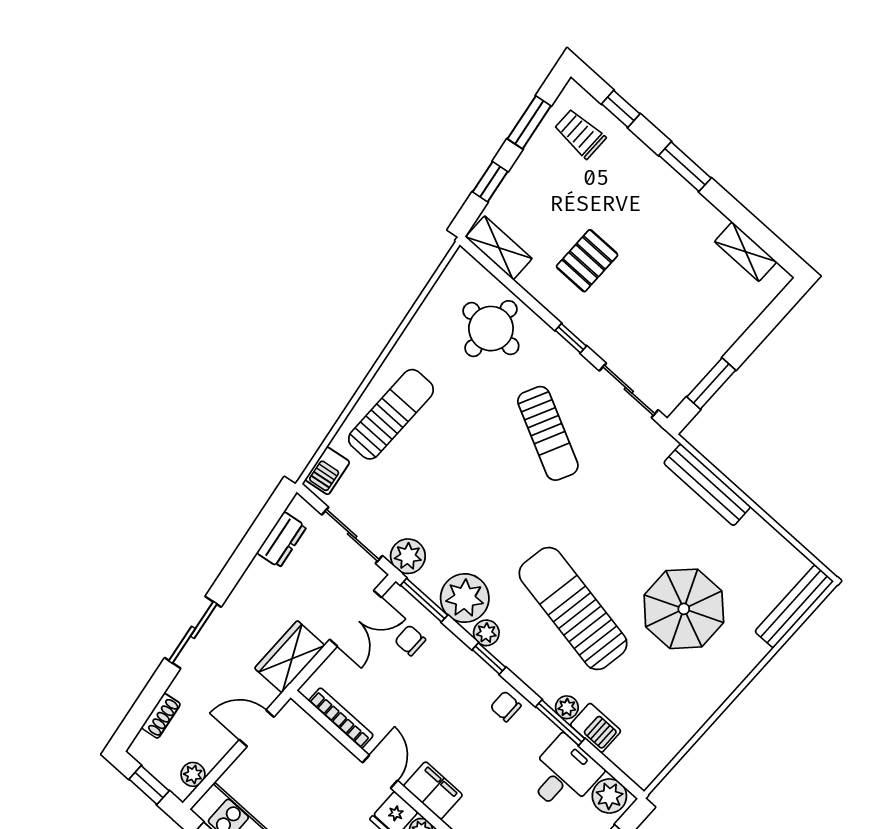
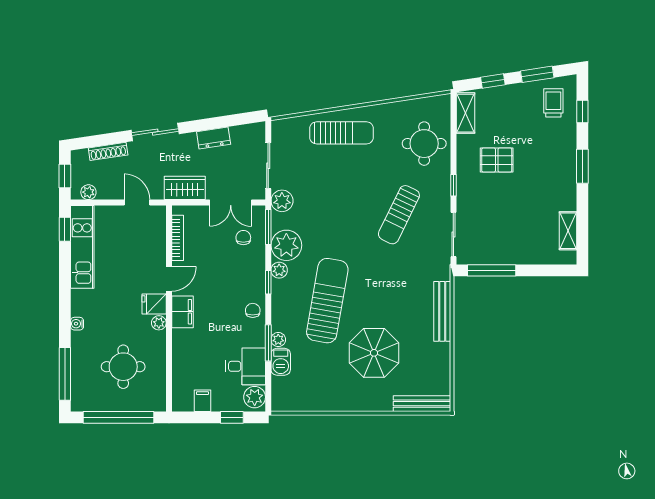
window: (711, 383) -> (492, 270), width x1.44
barbecue: (327, 471) -> (288, 127), removed
dresser: (282, 540) -> (214, 138), moved
shoe rack: (161, 716) -> (108, 151), width x1.43

